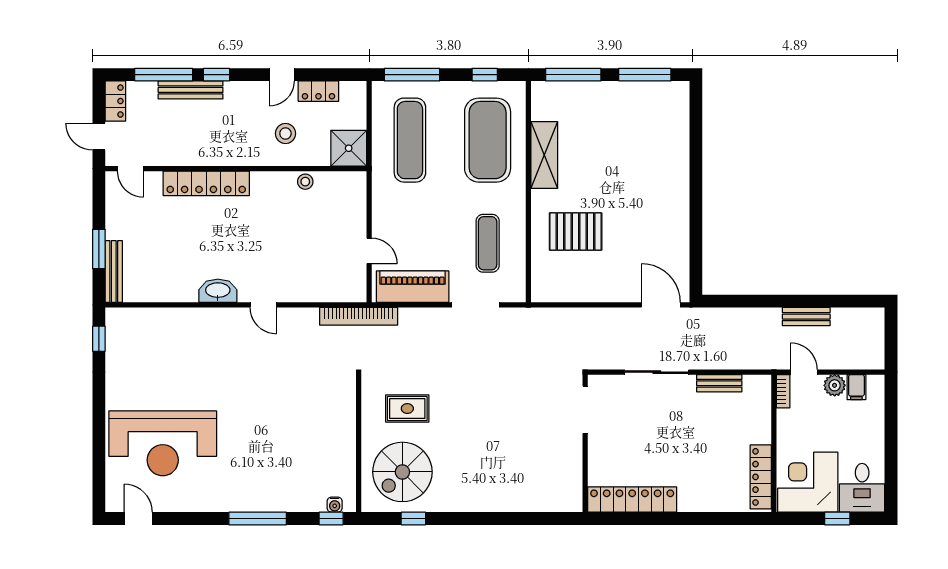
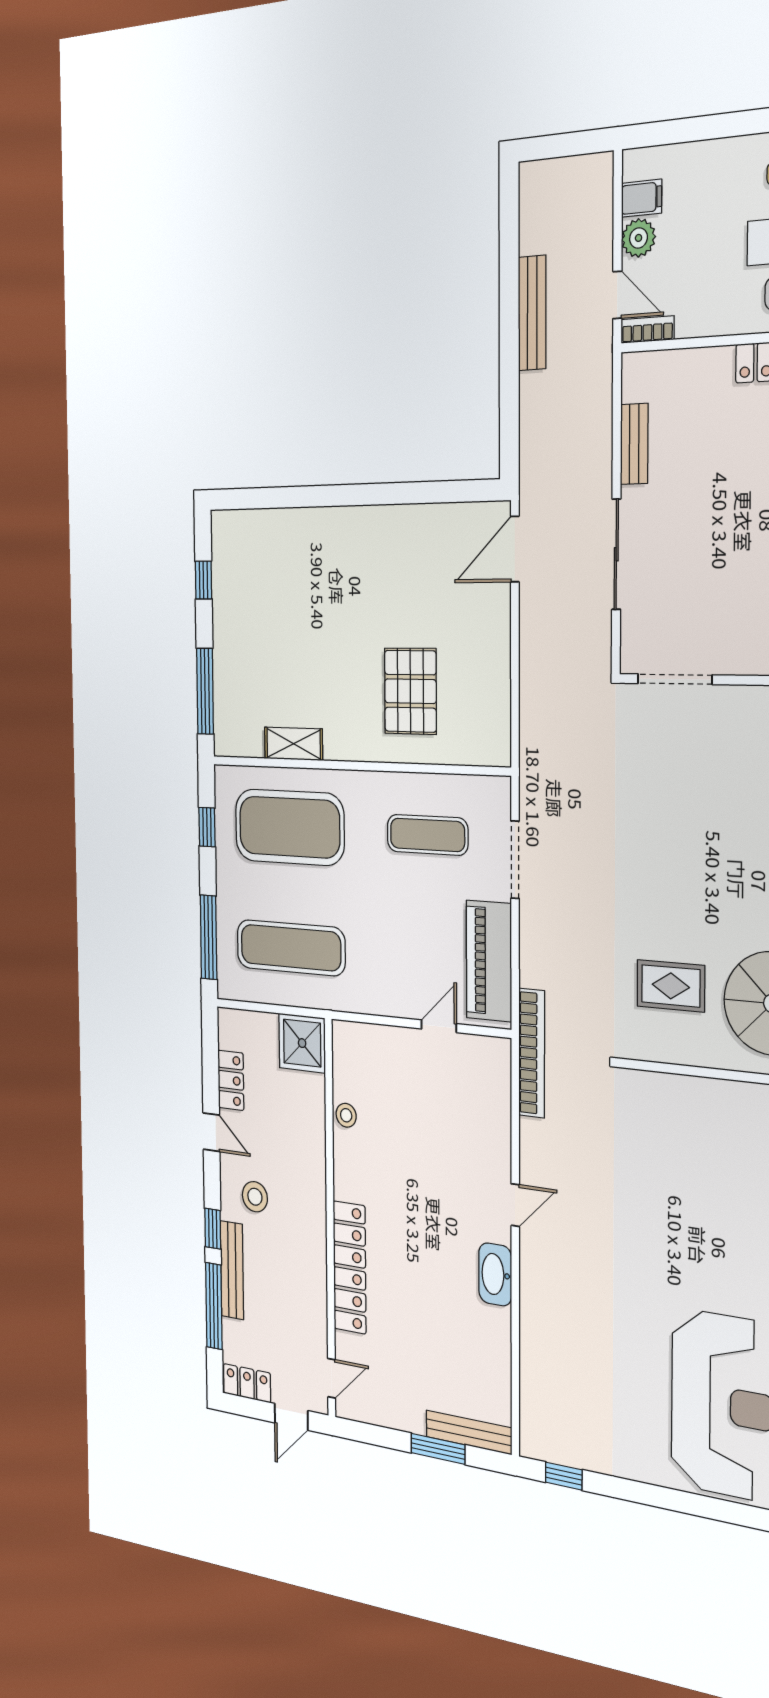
window: (645, 75) -> (203, 580), width x0.46
stool: (285, 133) -> (255, 1197), moved
shelving: (544, 155) -> (293, 744), width x0.67, depth x0.75
bench: (806, 317) -> (532, 313), width x1.36
door: (804, 372) -> (617, 295), swing flipped
rug: (407, 409) -> (671, 986), turned 90

